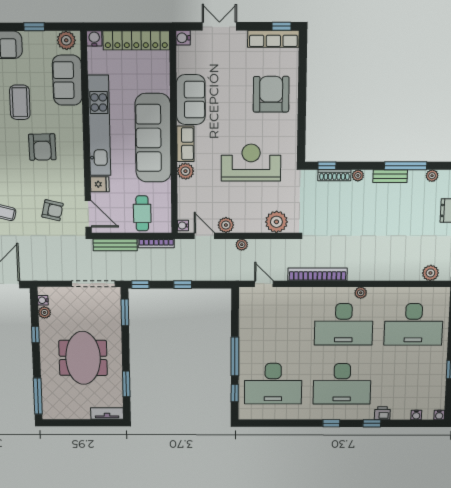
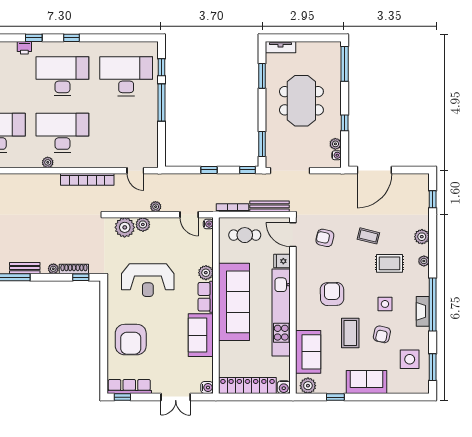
cafe table: (142, 213) -> (245, 235), turned 90
plant: (226, 225) -> (143, 224), moved

